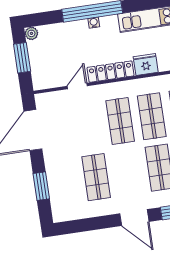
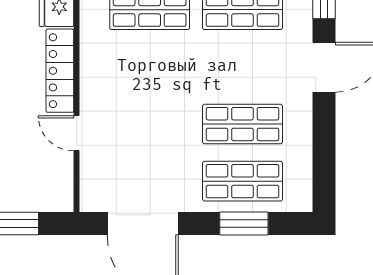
shop shelf: (120, 121) -> (242, 181), moved

